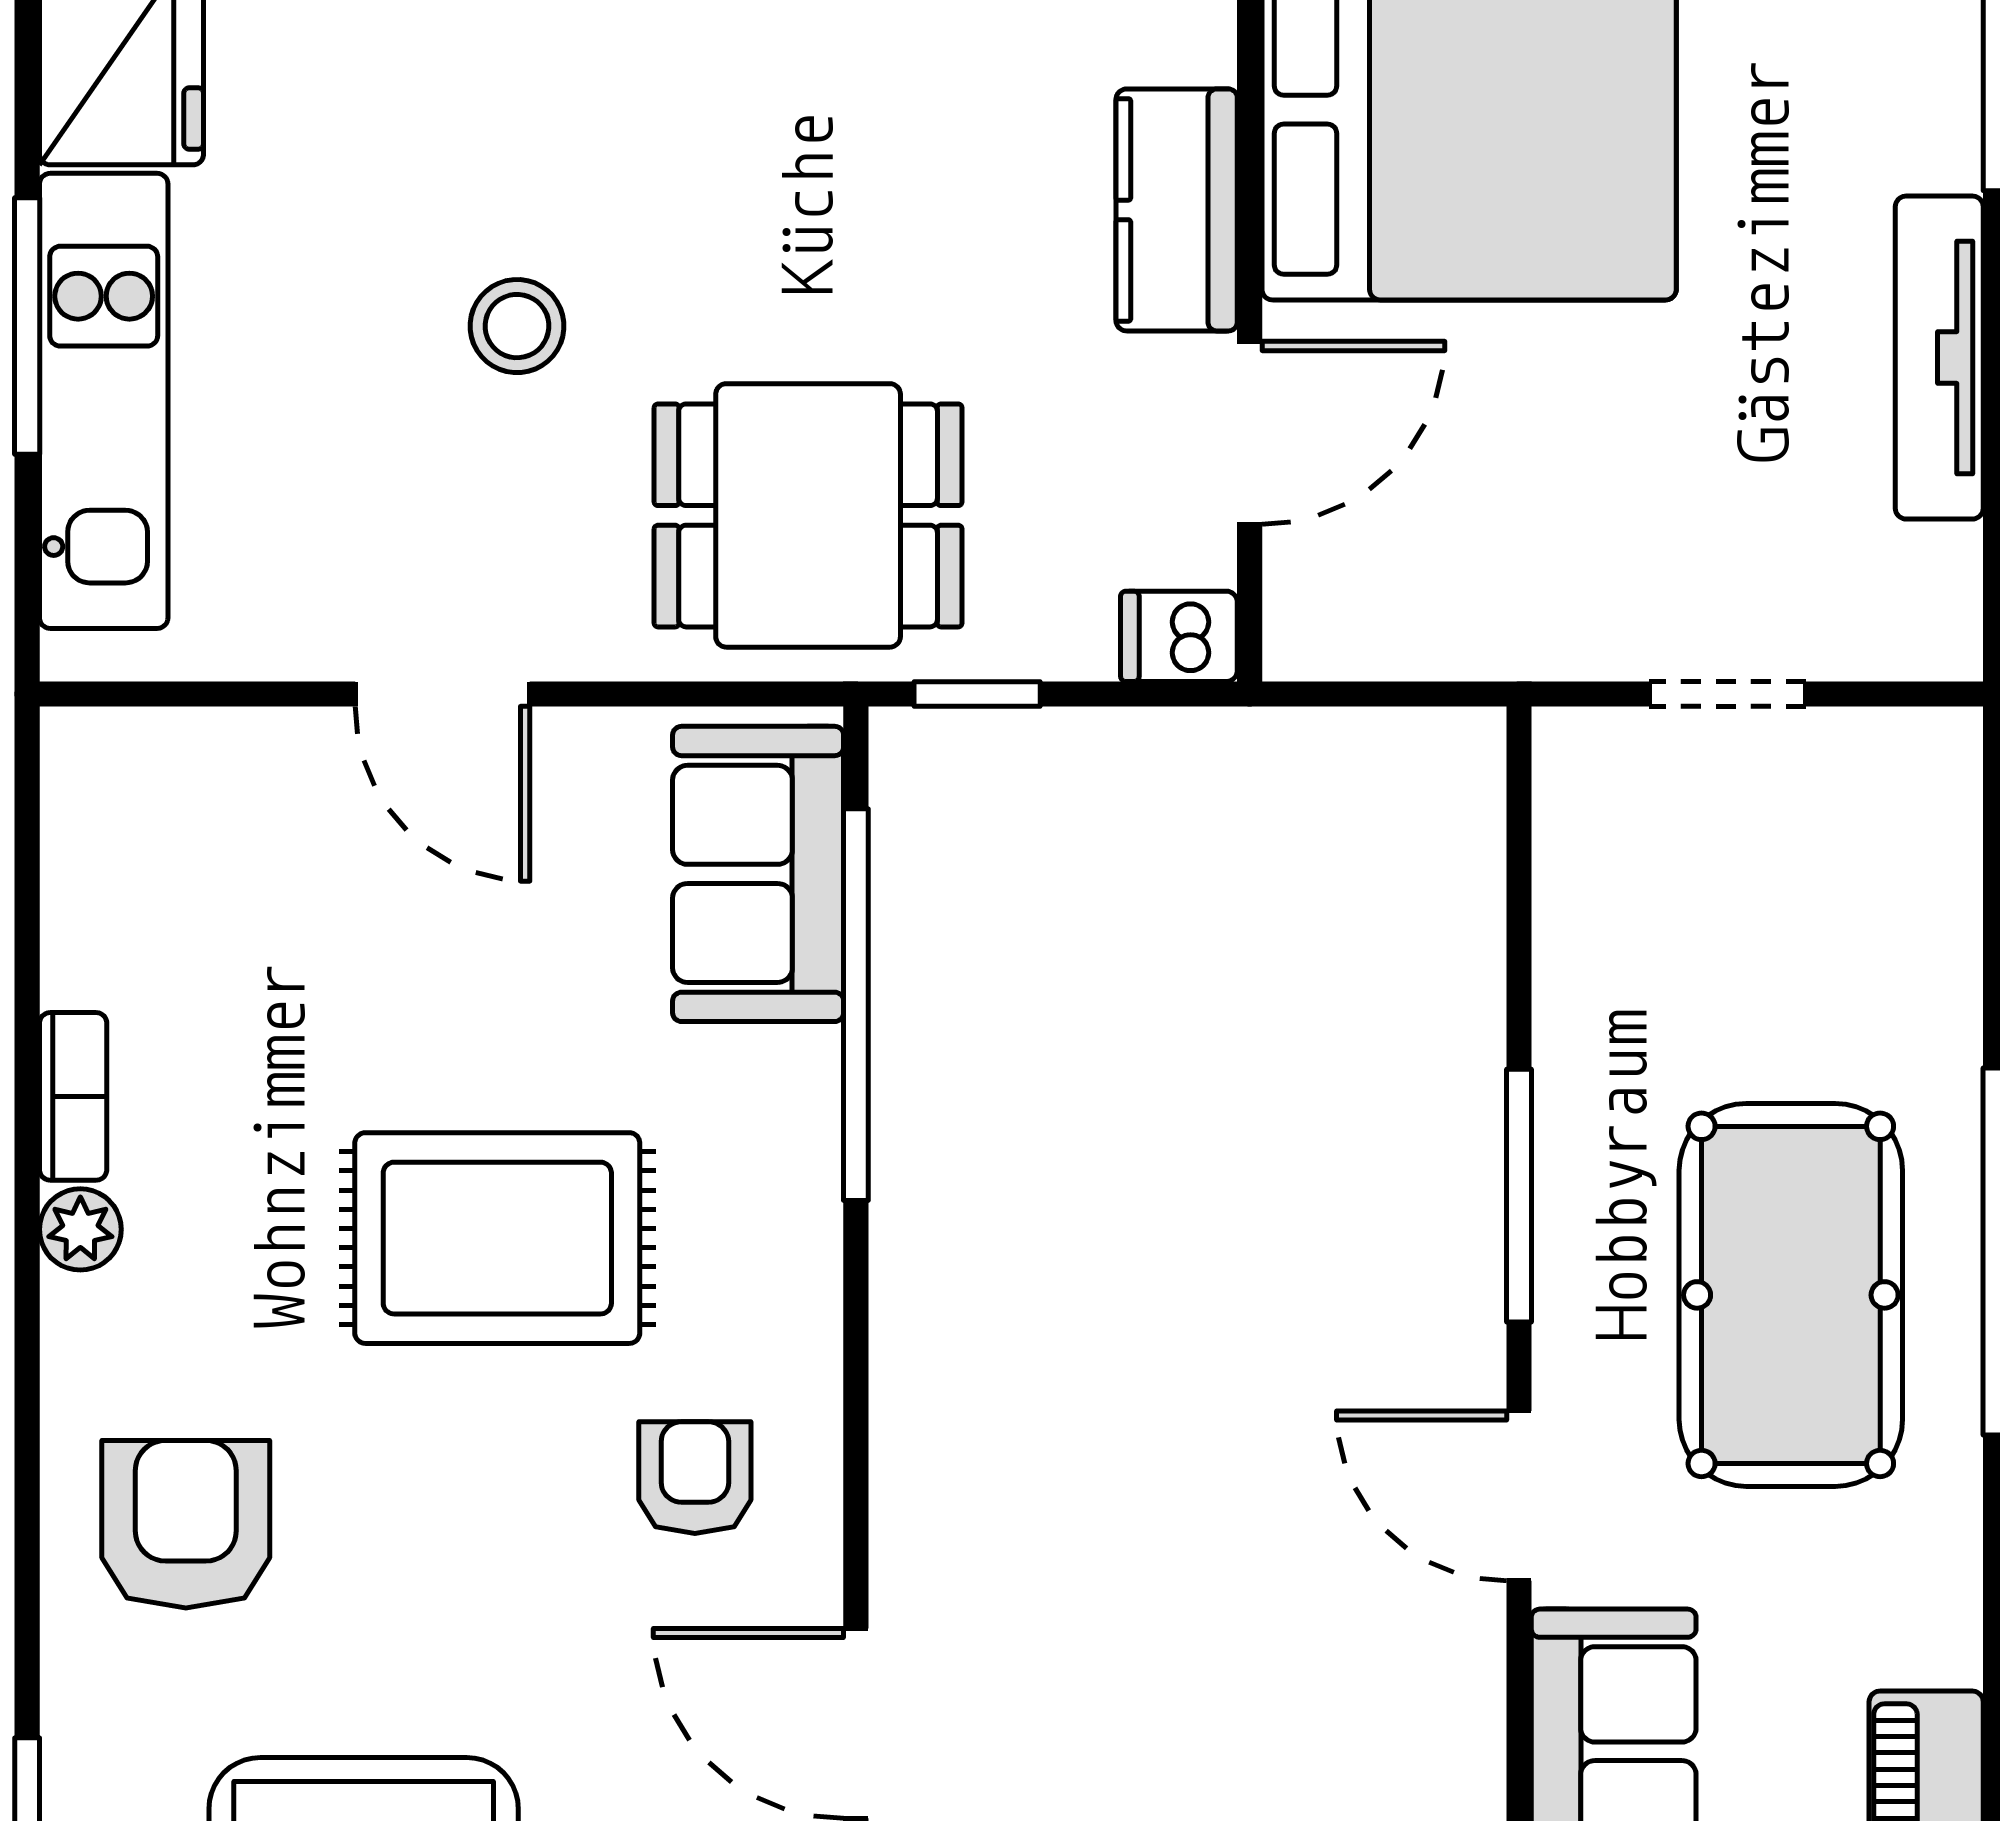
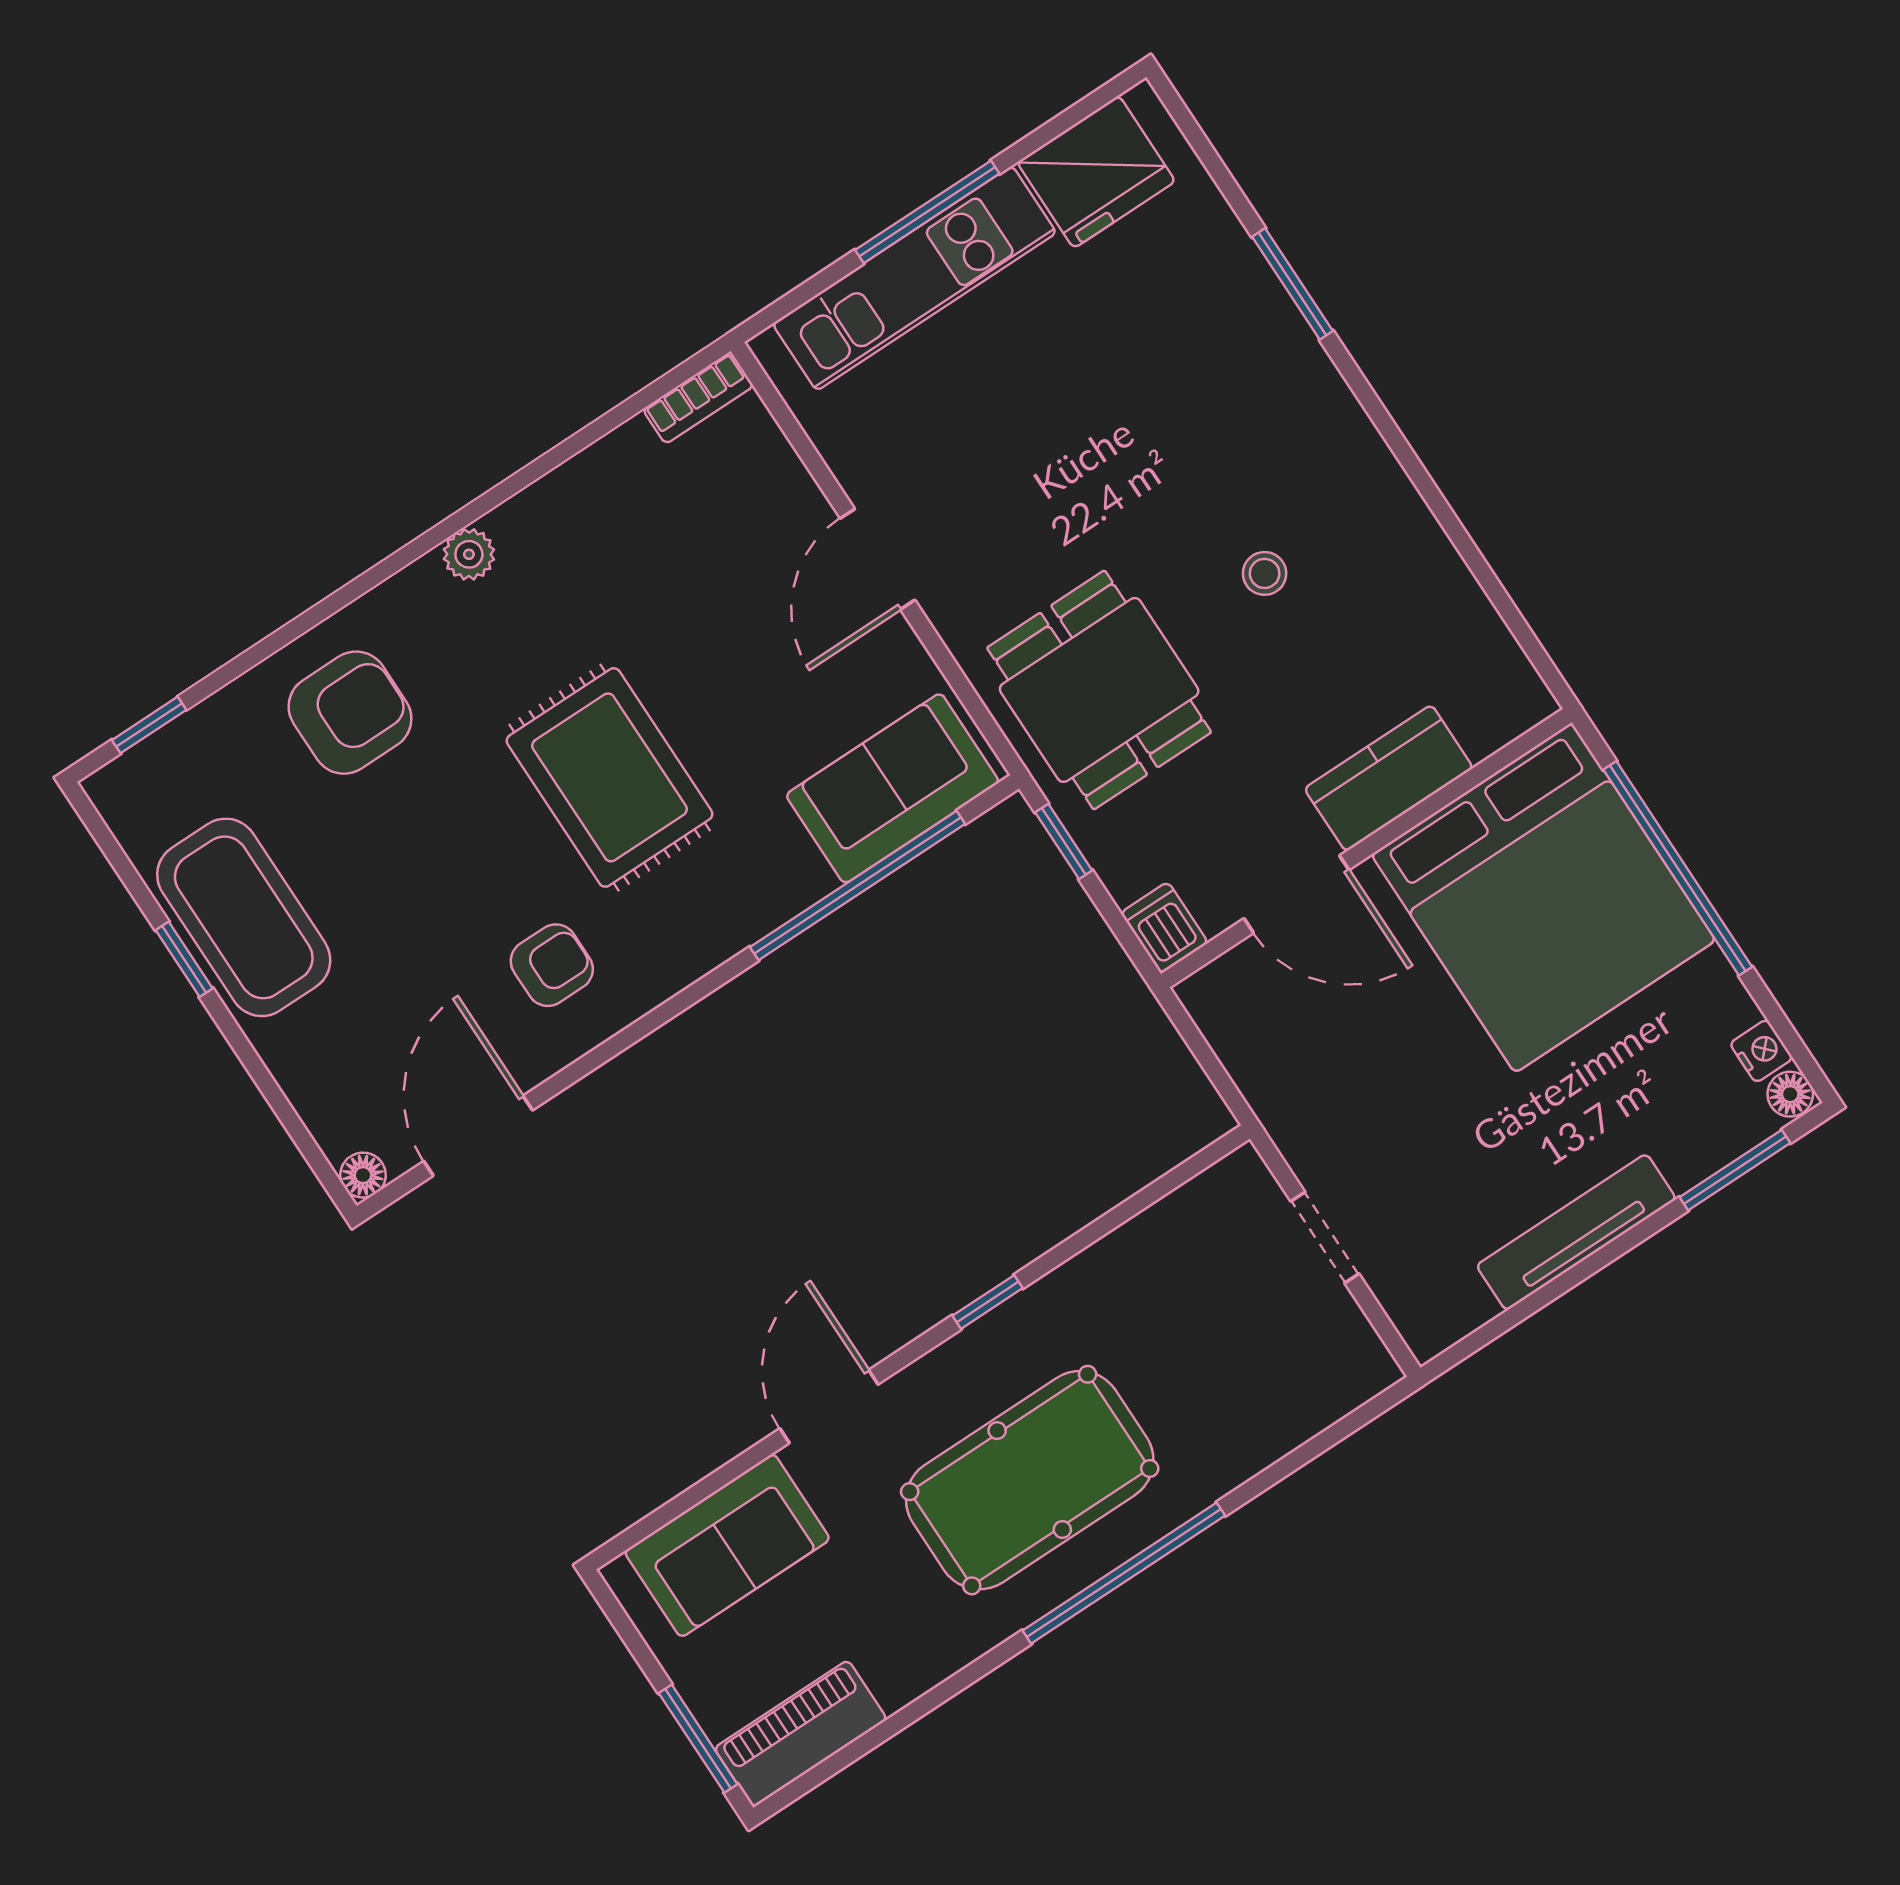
stool: (517, 326) -> (1265, 573), moved, width x0.73, depth x0.73
bookcase: (73, 1096) -> (698, 398), moved
window: (1519, 1196) -> (988, 1302), width x0.46

